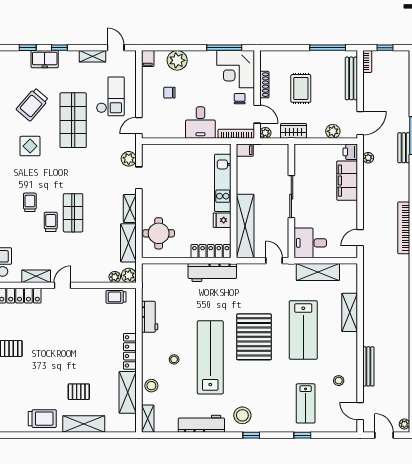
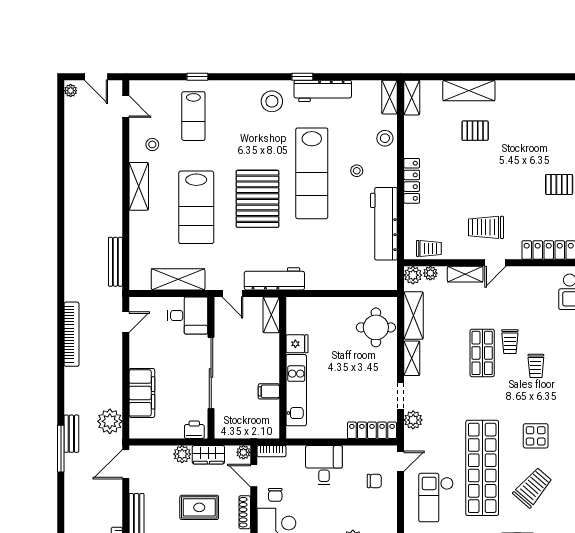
rug: (301, 88) -> (199, 507), turned 90
chair: (169, 93) -> (374, 481), moved
shop shelf: (73, 120) -> (482, 468), width x1.40
plant: (333, 131) -> (182, 454), moved
bookcase: (236, 134) -> (271, 451), width x0.64
filing cabinet: (245, 150) -> (269, 391), moved
printer: (350, 152) -> (194, 430), moved, turned -90
plant: (368, 158) -> (110, 421), width x1.88, depth x1.88
sliding door: (291, 197) -> (211, 373), width x1.36
shelving: (245, 226) -> (271, 315), width x0.45, depth x0.75
locker: (211, 251) -> (372, 430), moved, turned 180
workbench: (212, 272) -> (274, 279), moved
shelving: (36, 276) -> (465, 274), moved
shelving: (350, 312) -> (139, 186), moved
workbench: (150, 317) -> (384, 224), width x1.88, depth x1.32
lab bench: (303, 330) -> (196, 207), turned 180
bench: (368, 366) -> (115, 262), moved
shelving: (128, 392) -> (412, 98), moved, width x0.67, depth x0.75
lab bench: (306, 403) -> (193, 116), turned 180
trolley: (42, 419) -> (486, 227), moved
window: (251, 435) -> (302, 77), moved

